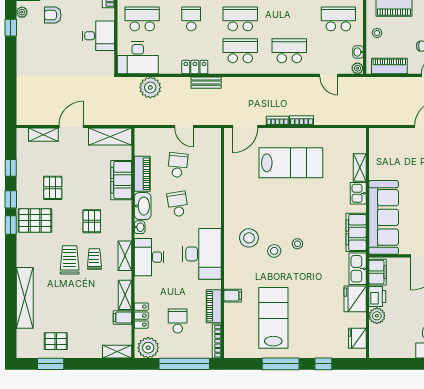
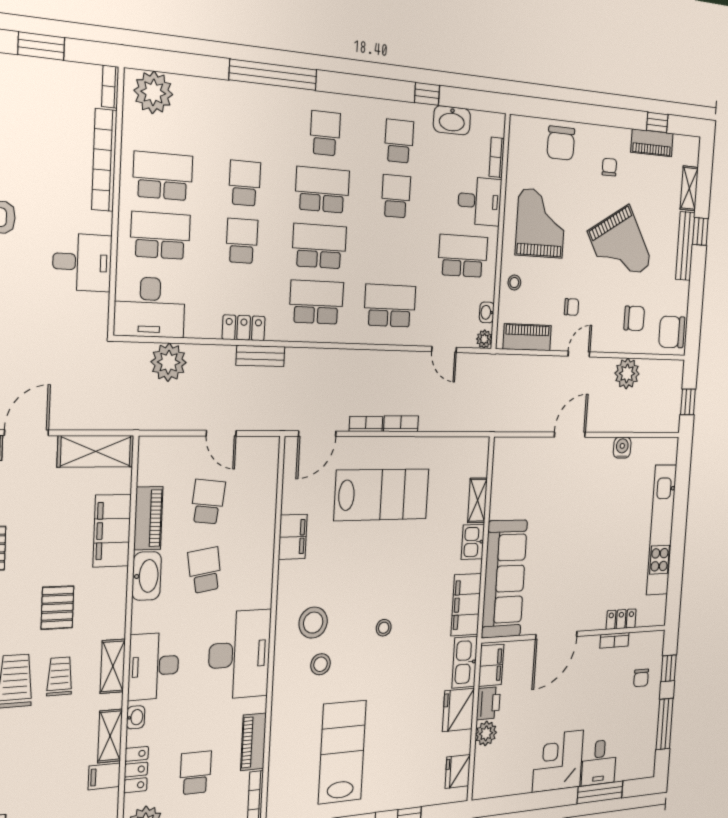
washbasin: (140, 227) -> (136, 717), moved
stool: (274, 251) -> (321, 664), moved
filing cabinet: (233, 296) -> (293, 537), moved, width x2.00

